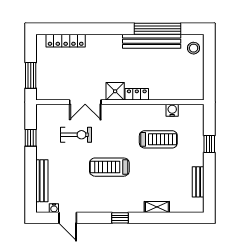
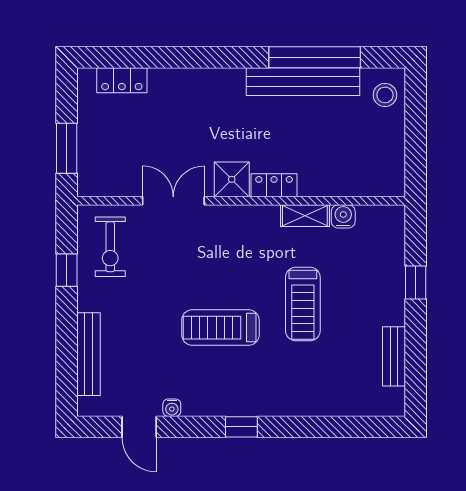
locker: (66, 41) -> (122, 80), width x0.66
double door: (85, 102) -> (173, 201), swing flipped
exercise bike: (76, 135) -> (110, 247), moved, turned 90
treadmill: (158, 139) -> (303, 304), moved, turned 90
shelving: (157, 207) -> (305, 216), moved
water cooler: (54, 208) -> (172, 408), moved

